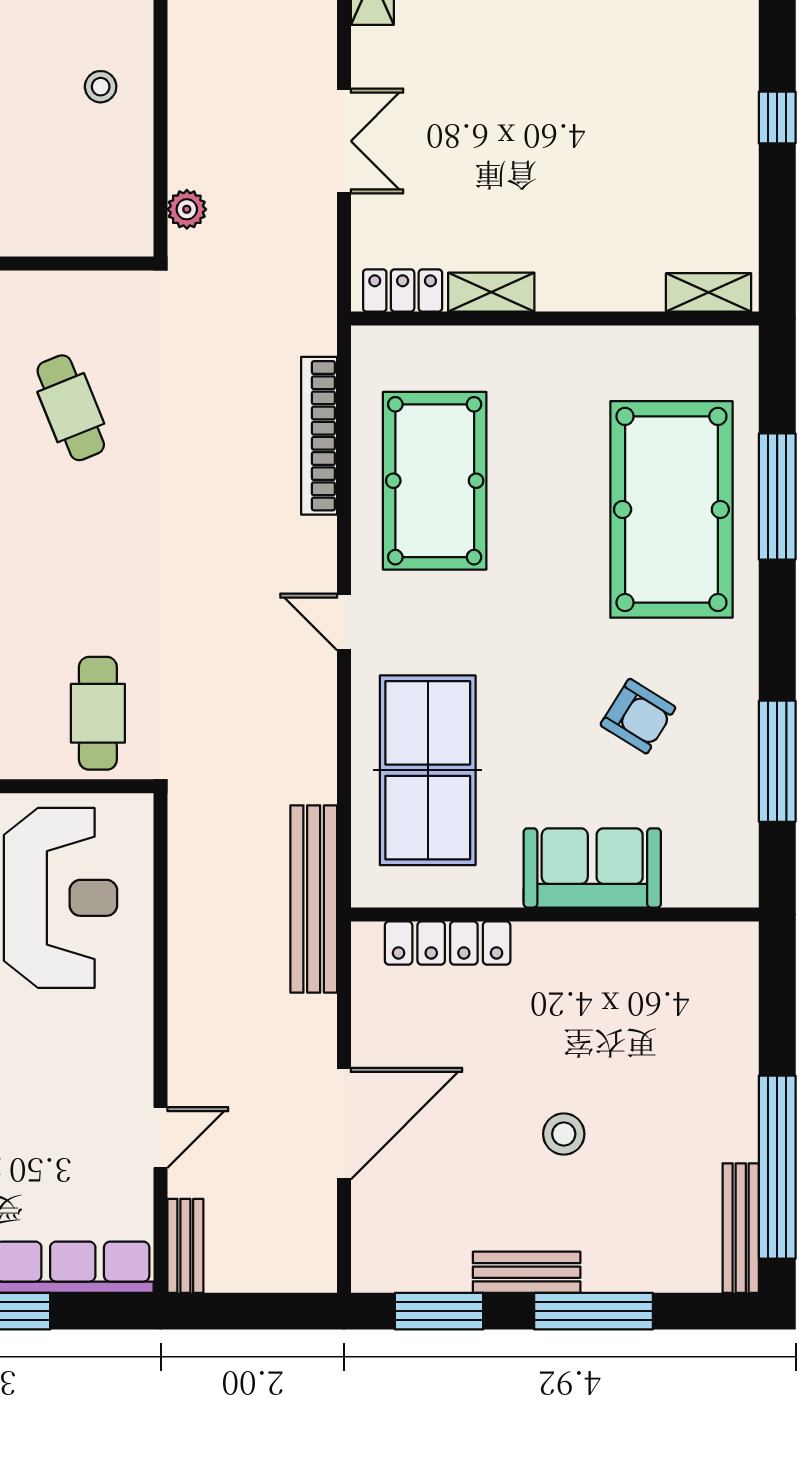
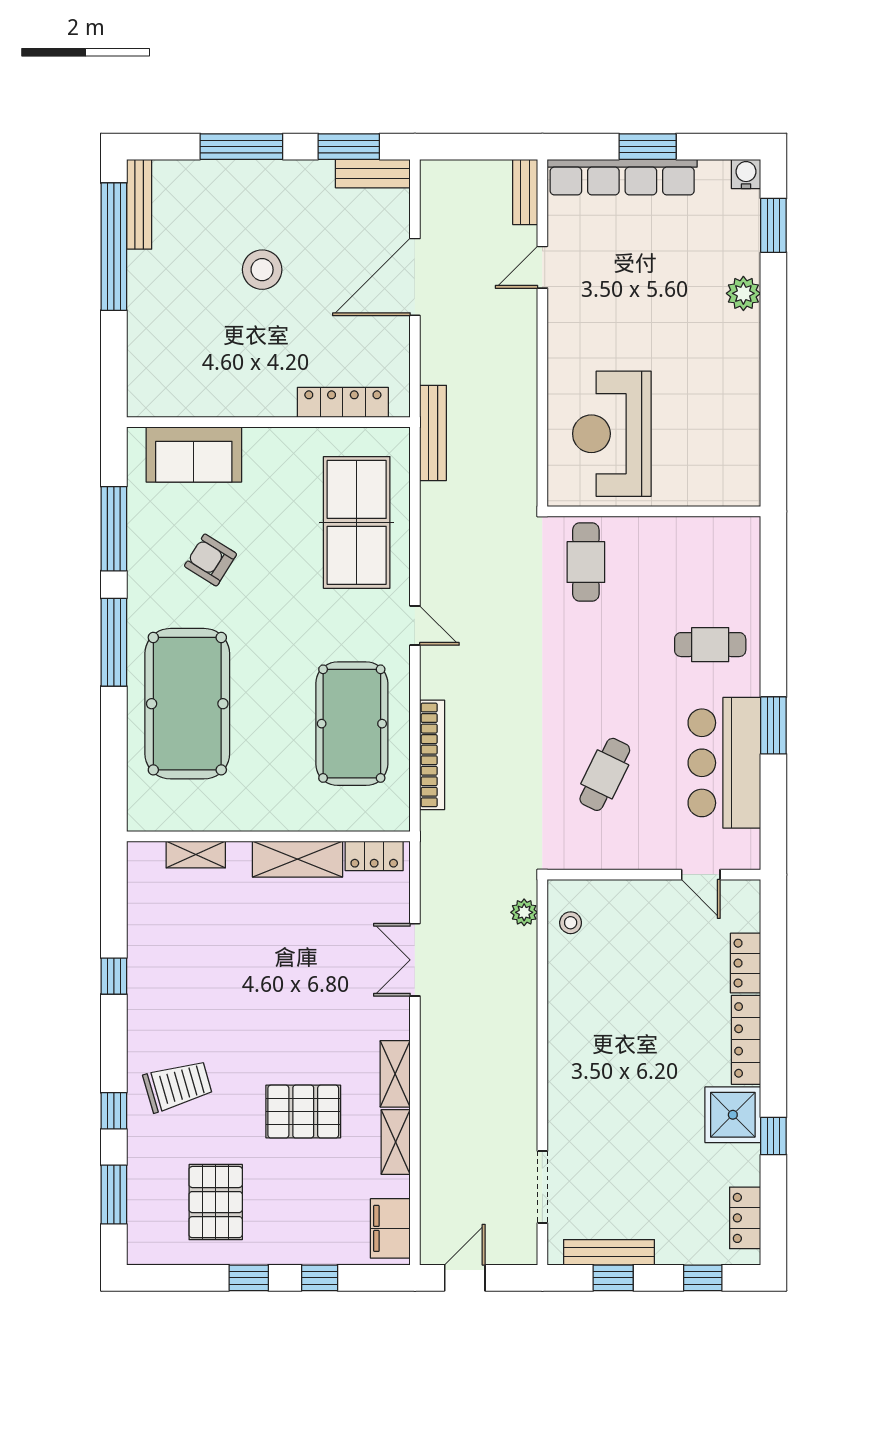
stool: (101, 87) -> (571, 923), moved
shelving: (491, 292) -> (298, 859), width x1.50, depth x1.33
shelving: (709, 292) -> (196, 855), moved
cafe table: (71, 408) -> (605, 774), turned 48
window: (777, 497) -> (114, 642), moved
sofa: (592, 868) -> (194, 455), moved
bench: (314, 899) -> (433, 433), width x0.73, depth x0.82
stool: (564, 1134) -> (262, 270), width x1.38, depth x1.38
bench: (527, 1272) -> (373, 174), moved

